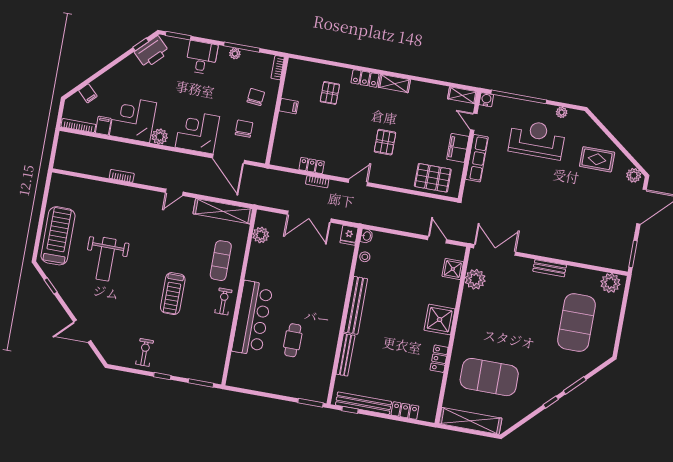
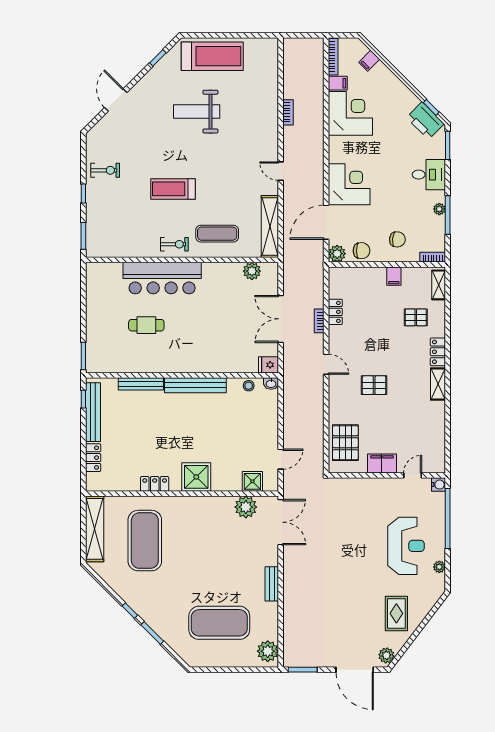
shelving: (462, 95) -> (439, 285), moved
chair: (244, 129) -> (362, 251), moved
plant: (160, 137) -> (337, 254), moved
row of seats: (477, 158) -> (375, 486), removed

